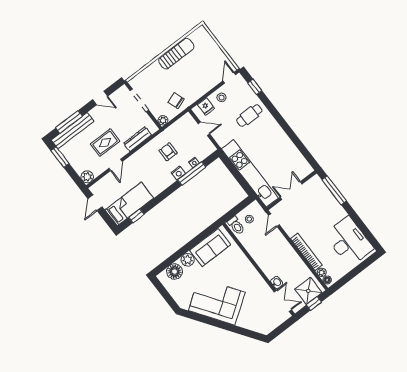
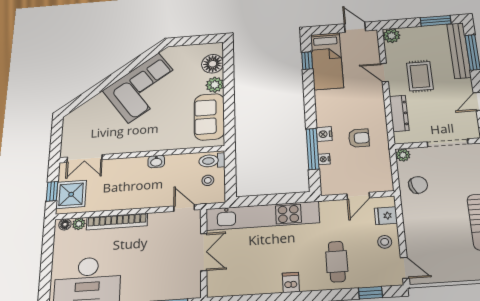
dishwasher: (277, 132) -> (291, 282), added
washbasin: (277, 282) -> (156, 161), moved

